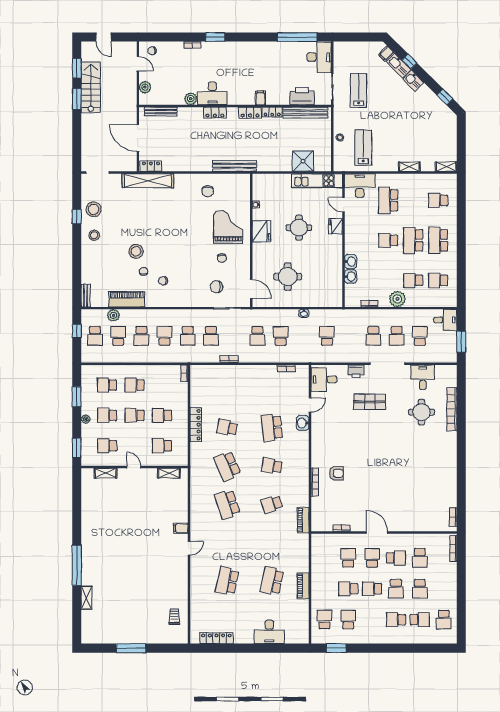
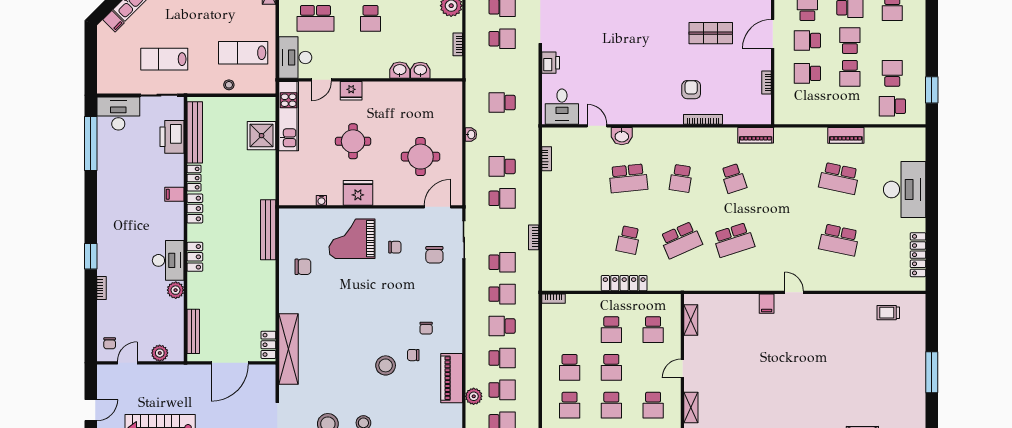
school desk: (118, 336) -> (502, 390), turned 180
shop shelf: (370, 402) -> (711, 33), moved, turned 90
school desk: (372, 589) -> (850, 41), turned 180
school desk: (348, 620) -> (892, 73), turned 90
desk: (269, 632) -> (905, 190), width x1.36, depth x1.30

